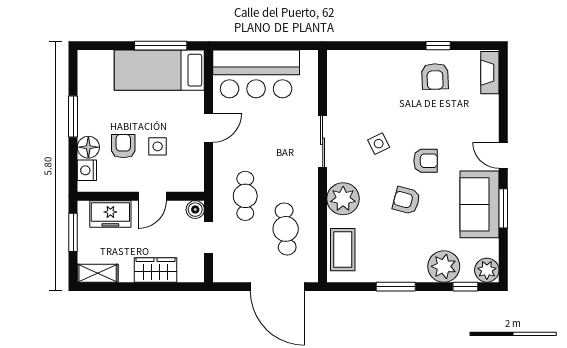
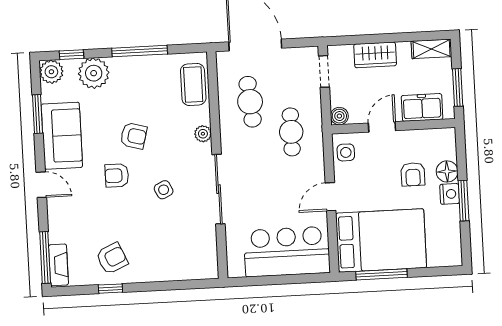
bed: (159, 70) -> (381, 240), width x1.50
armchair: (435, 76) -> (112, 258), turned 68
window: (503, 81) -> (45, 258), added
sliding door: (323, 141) -> (218, 189), width x1.37
side table: (158, 146) -> (346, 152), moved
nightstand: (87, 170) -> (450, 194), moved
plant: (343, 199) -> (203, 134), width x0.53, depth x0.53
window: (503, 208) -> (38, 114), moved
doorway: (209, 238) -> (324, 71), moved
window: (396, 287) -> (140, 51), width x1.44

